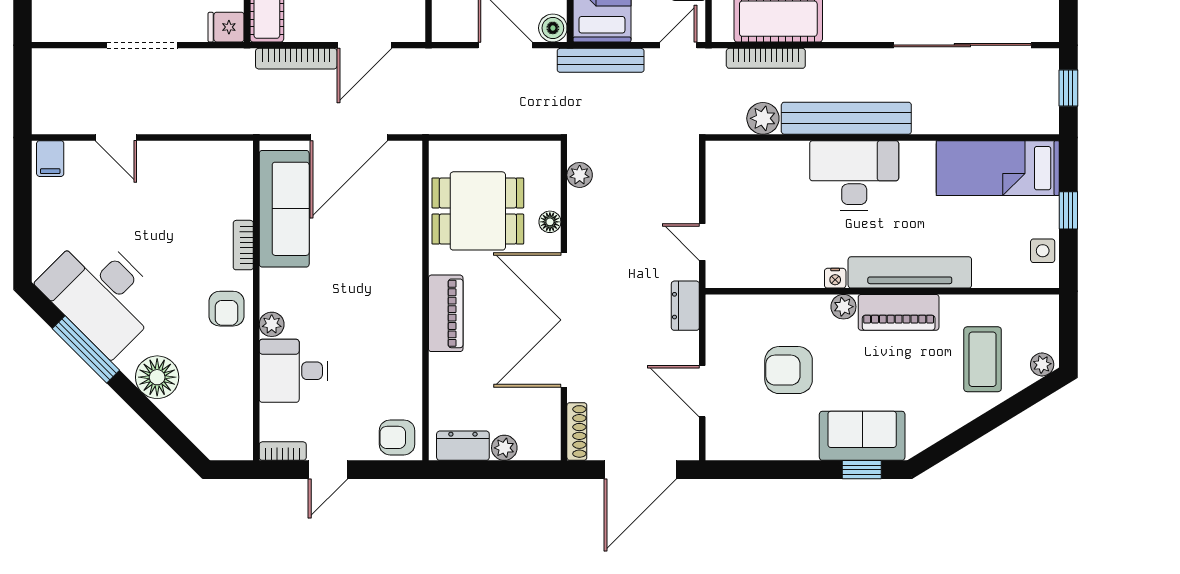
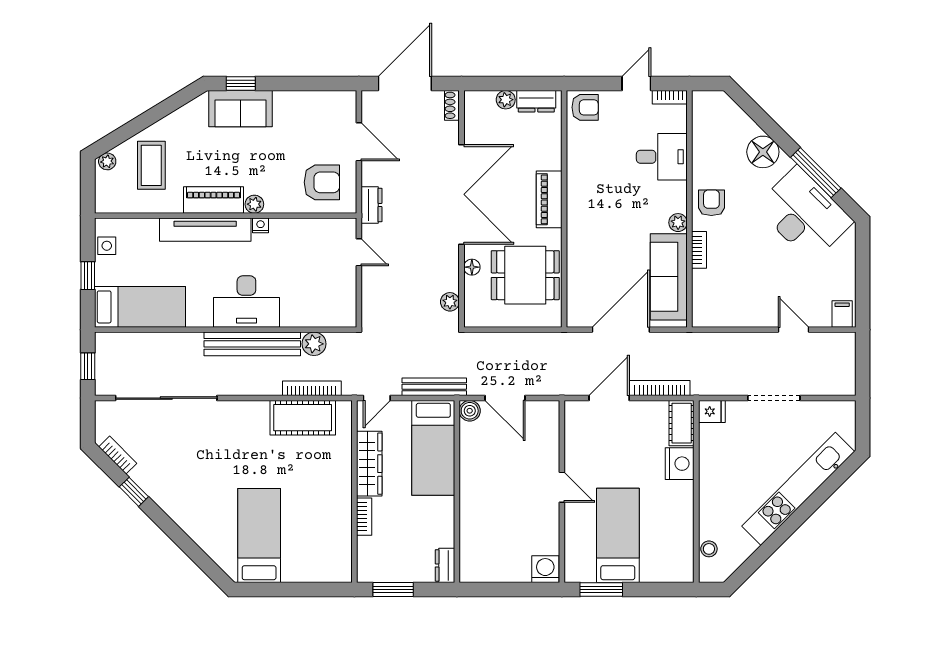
plant: (272, 324) -> (678, 223), moved
armchair: (789, 370) -> (322, 182), moved
shoe rack: (577, 431) -> (452, 105), width x0.70

